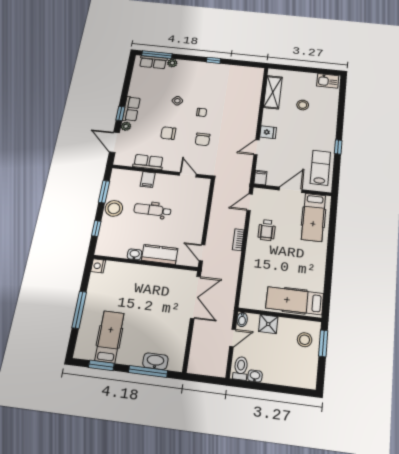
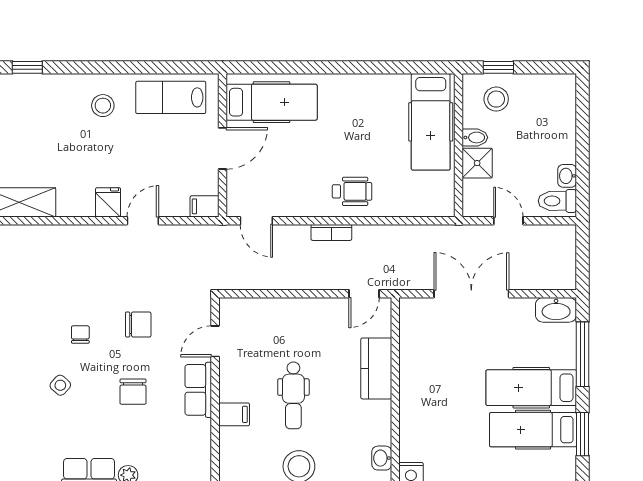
stool: (303, 105) -> (103, 106), moved
door: (256, 147) -> (143, 221), swing flipped
window: (338, 147) -> (27, 67), moved
row of seats: (148, 162) -> (198, 390), moved
door: (291, 190) -> (222, 148), swing flipped
wheelchair: (267, 230) -> (352, 191), moved
washbasin: (135, 254) -> (382, 458), moved
double door: (195, 297) -> (471, 294), moved
bidet: (242, 319) -> (475, 137), moved
hospital bed: (134, 339) -> (531, 388), added
window: (323, 343) -> (498, 67), width x0.67
washbasin: (155, 361) -> (556, 310), moved, turned -90

